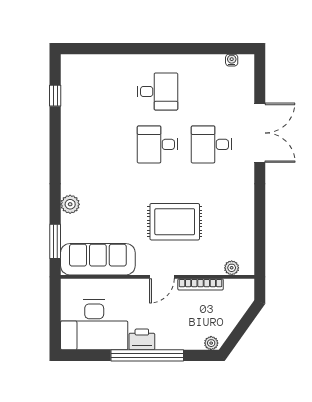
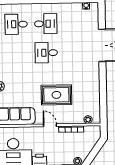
desk: (212, 144) -> (16, 24), moved
door: (162, 277) -> (50, 125), swing flipped

